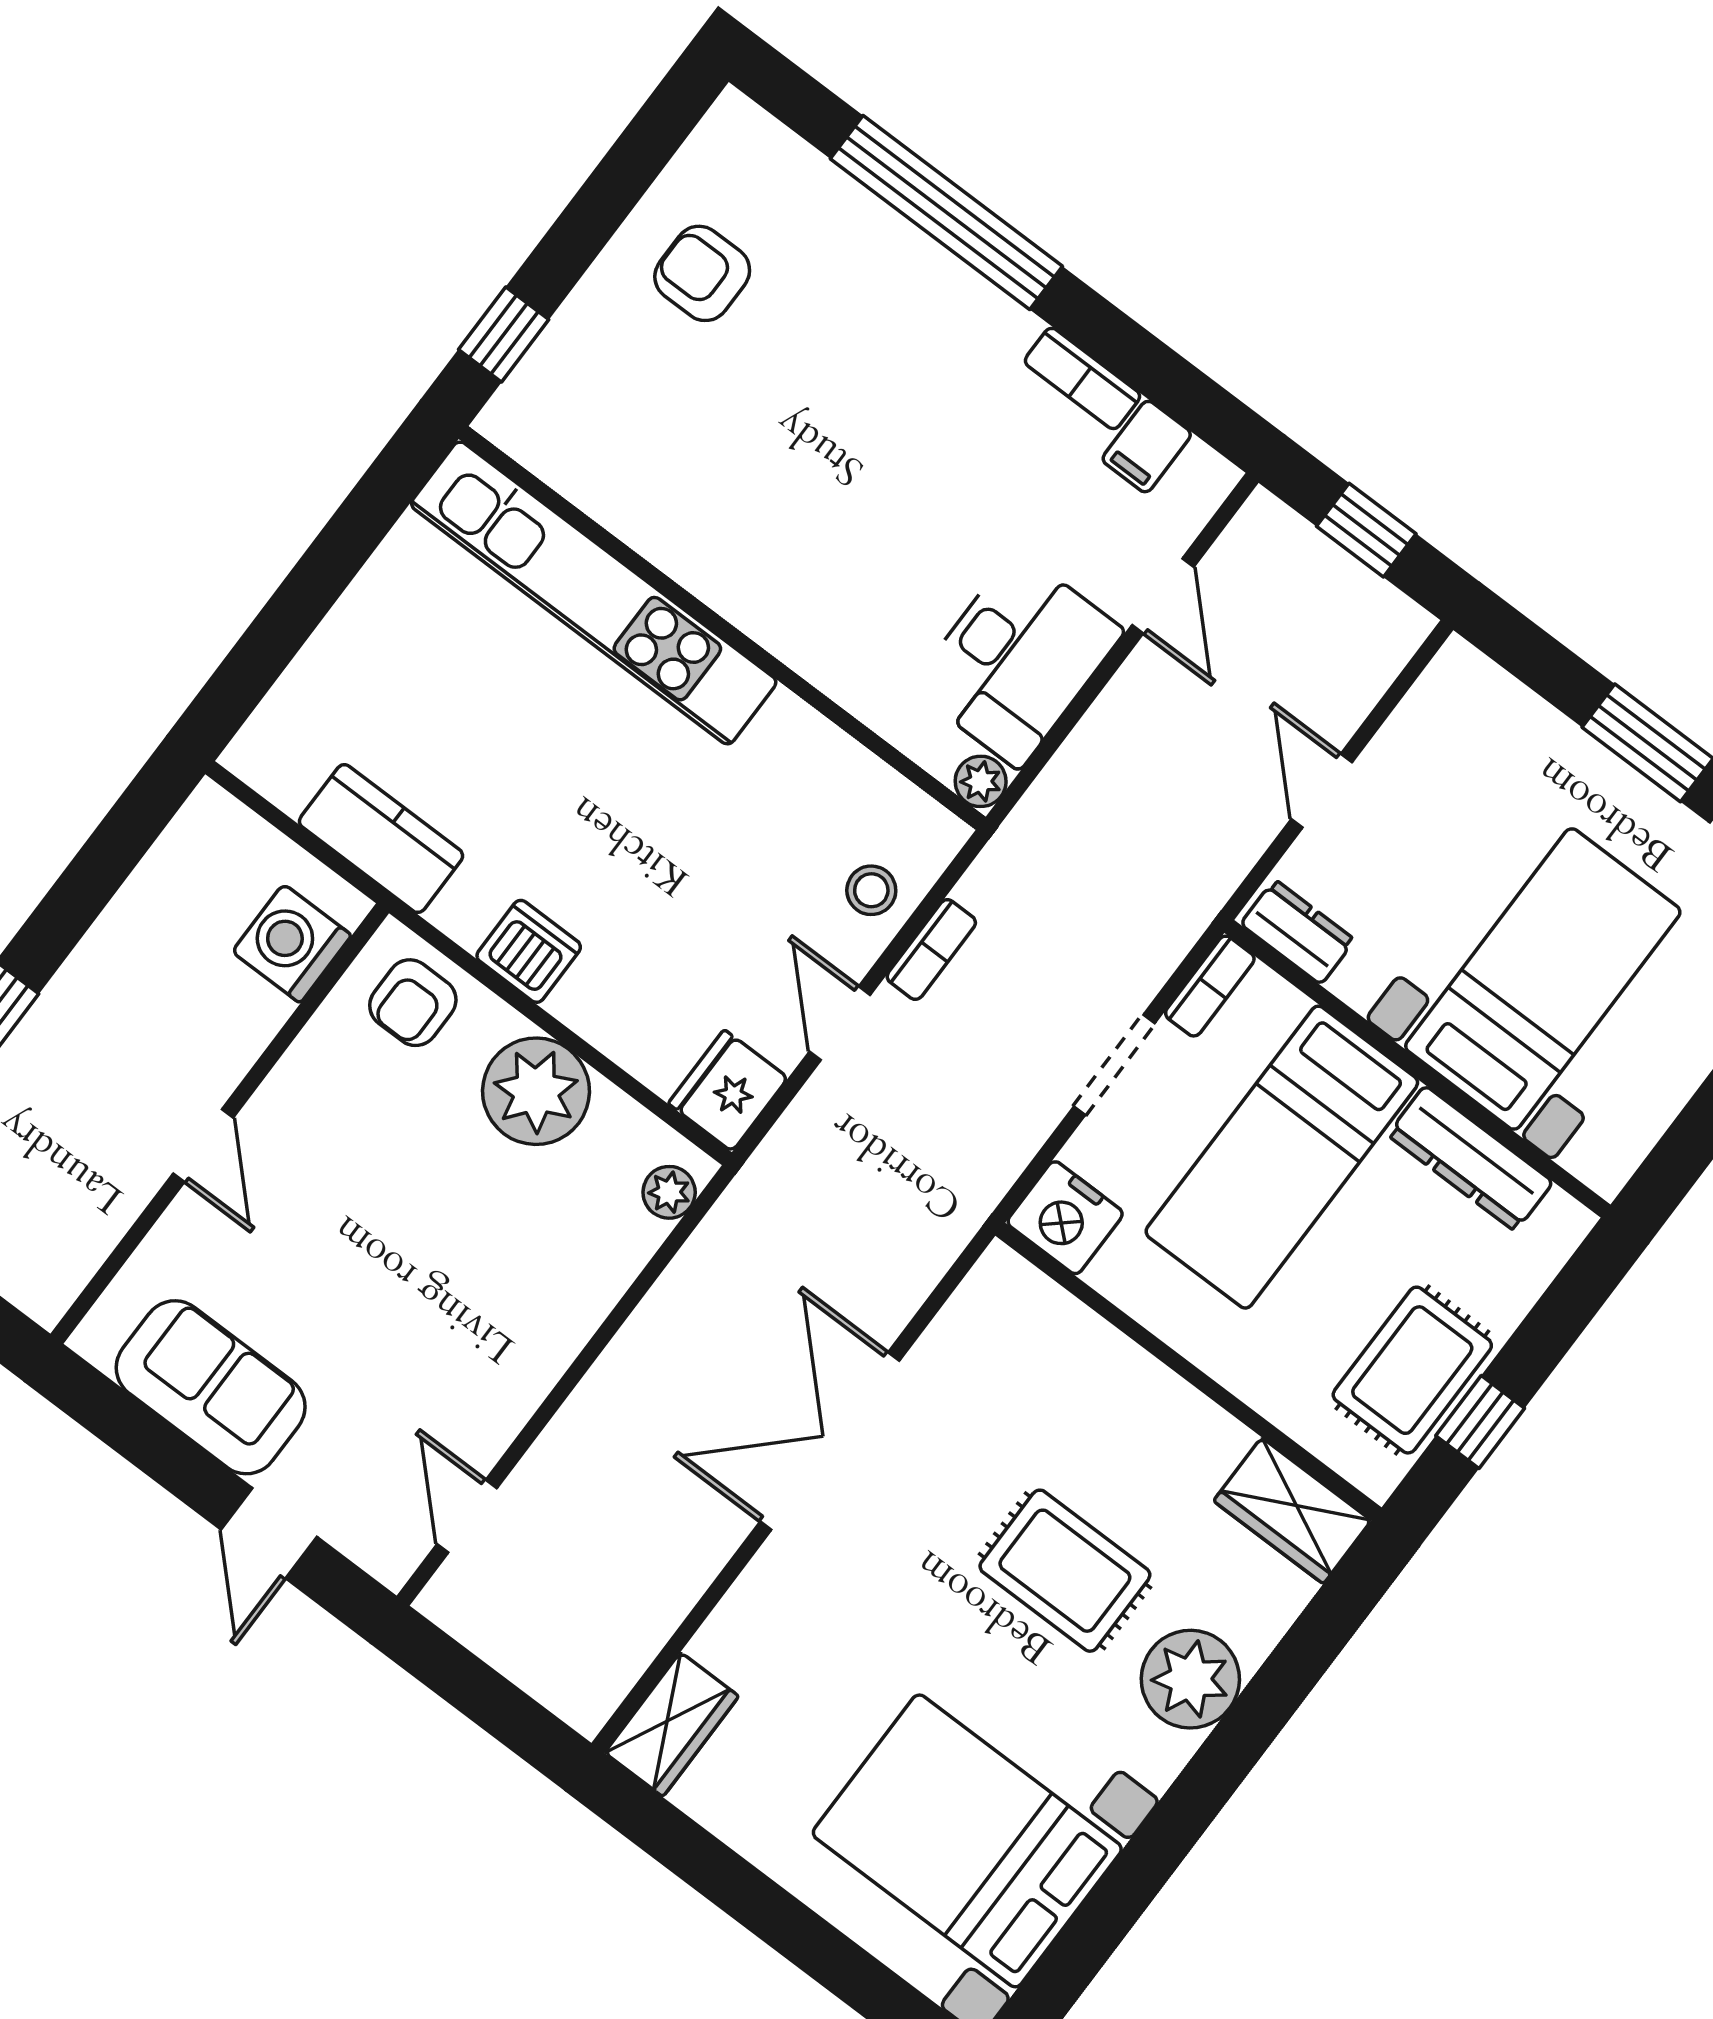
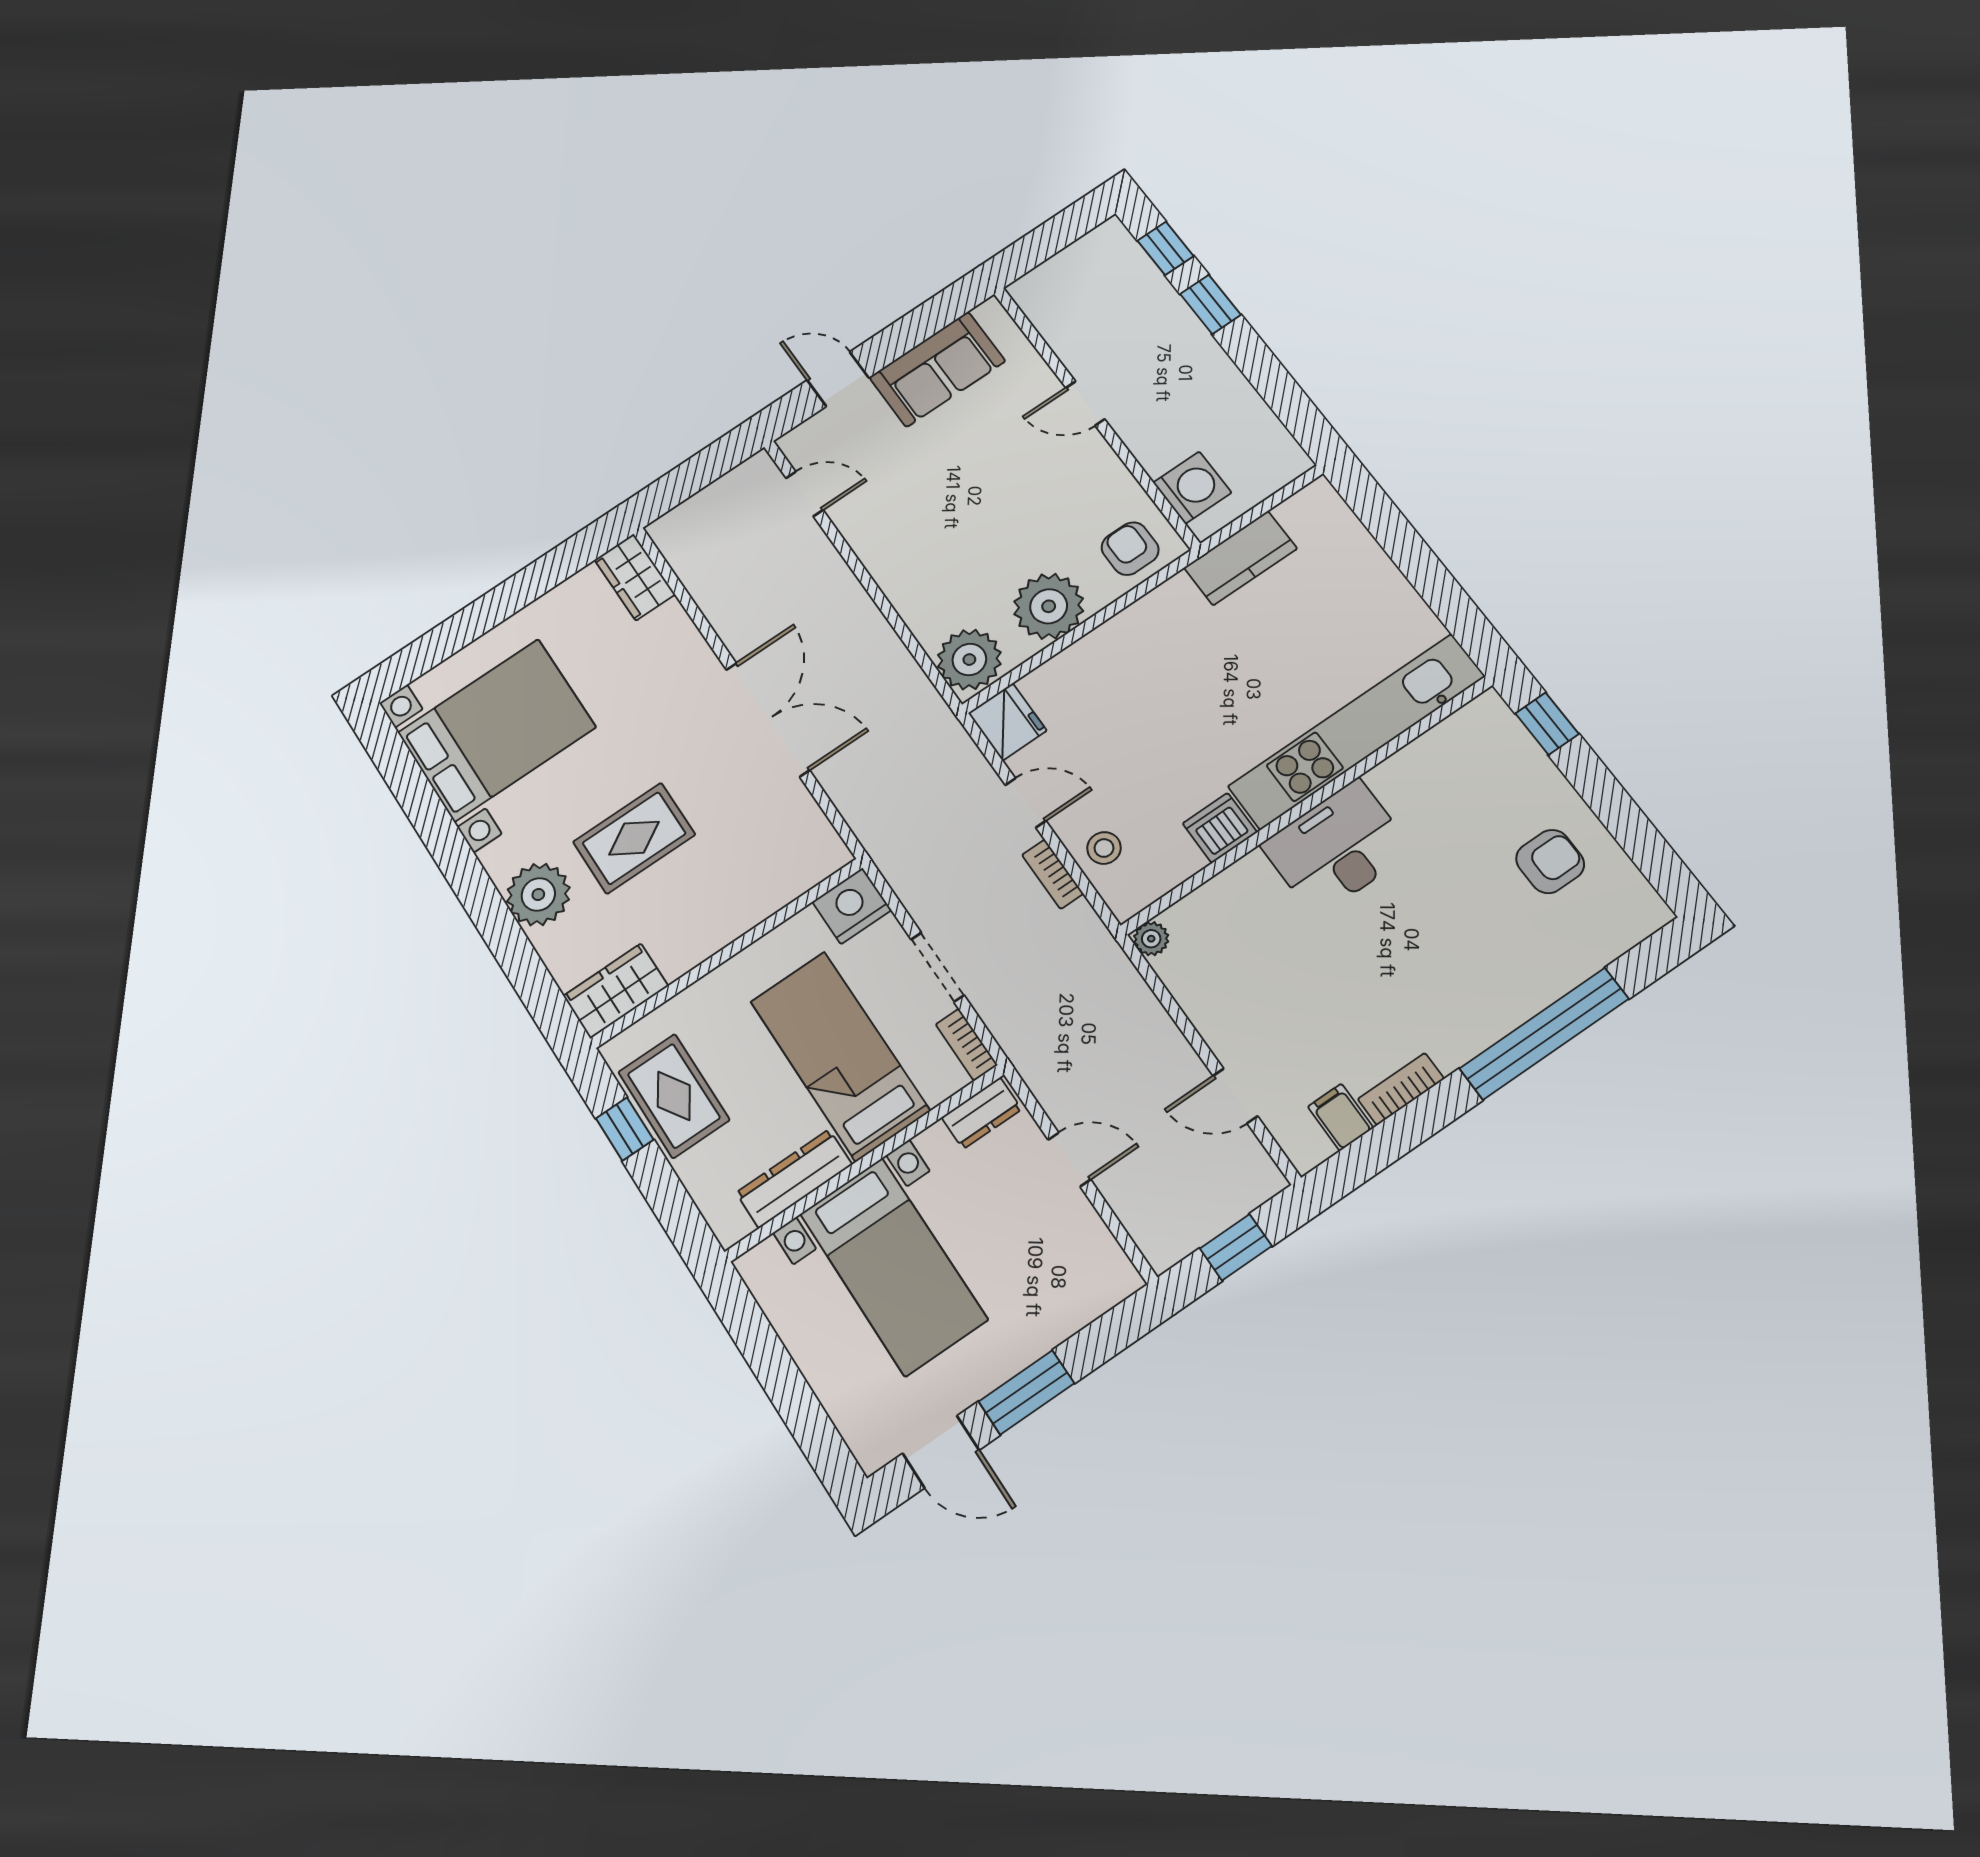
desk: (1017, 659) -> (1337, 848), moved, turned 90
dishwasher: (529, 951) -> (1220, 828), moved, turned 180
plant: (669, 1192) -> (969, 660), width x1.87, depth x1.87

